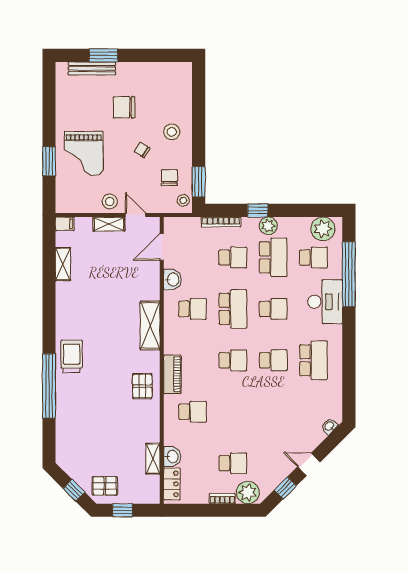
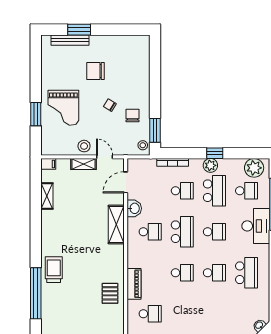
stool: (172, 132) -> (134, 91), removed
chair: (169, 178) -> (133, 116), moved
window: (258, 210) -> (215, 153), moved
shelving: (150, 326) -> (116, 224), moved

